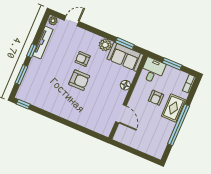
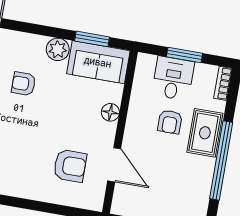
desk: (153, 70) -> (173, 78), moved
armchair: (79, 80) -> (70, 166), moved

